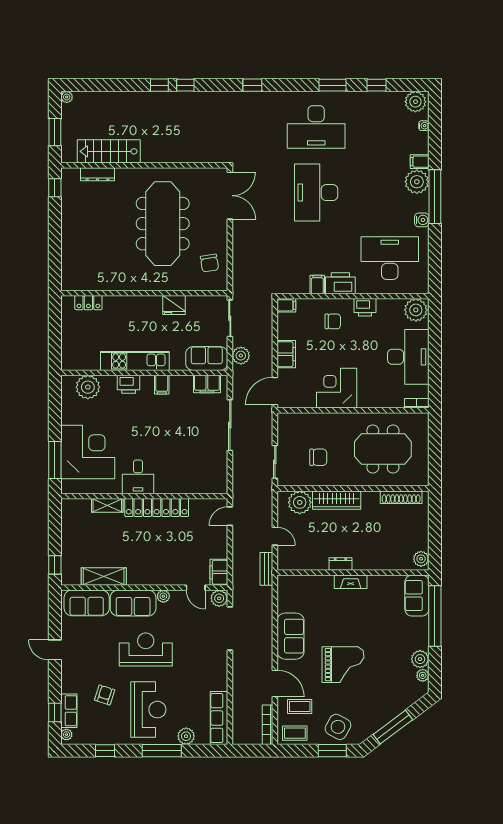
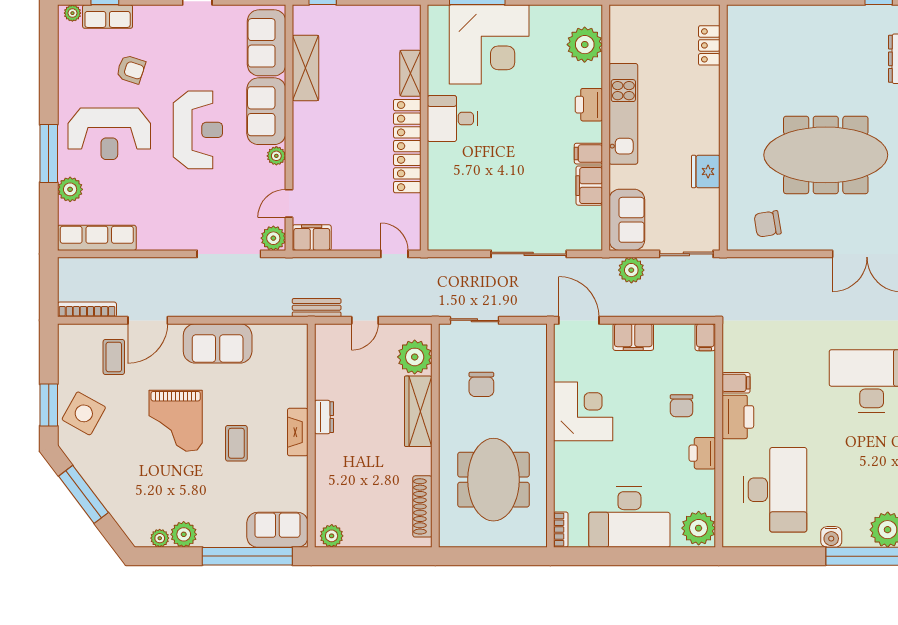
filing cabinet: (207, 384) -> (589, 186), moved
coffee table: (295, 733) -> (236, 443), moved
window: (105, 751) -> (49, 70), removed

